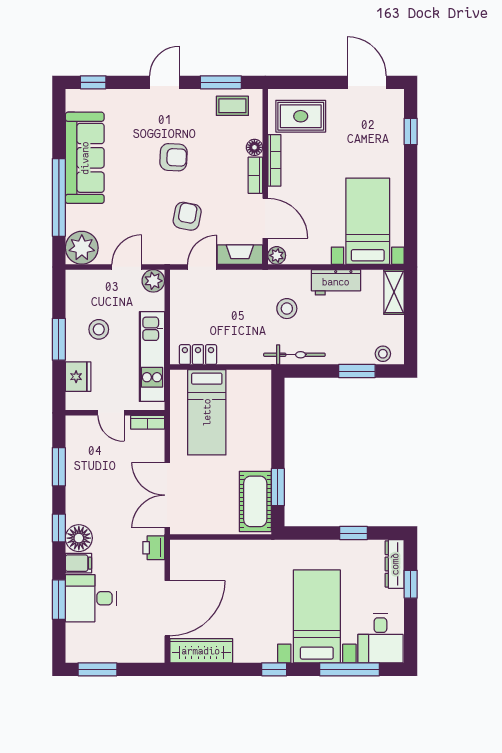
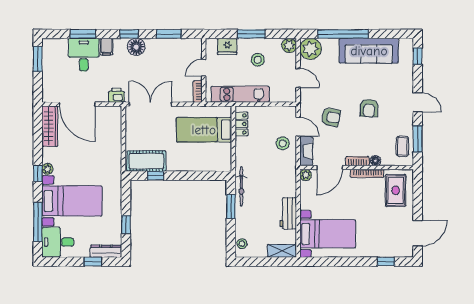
plant: (153, 281) -> (289, 45), moved
stool: (287, 309) -> (283, 143), moved
window: (357, 371) -> (231, 207), moved
window: (278, 487) -> (156, 176), width x0.67
floor lamp: (79, 538) -> (136, 47), moved
plant: (267, 654) -> (47, 169), added

